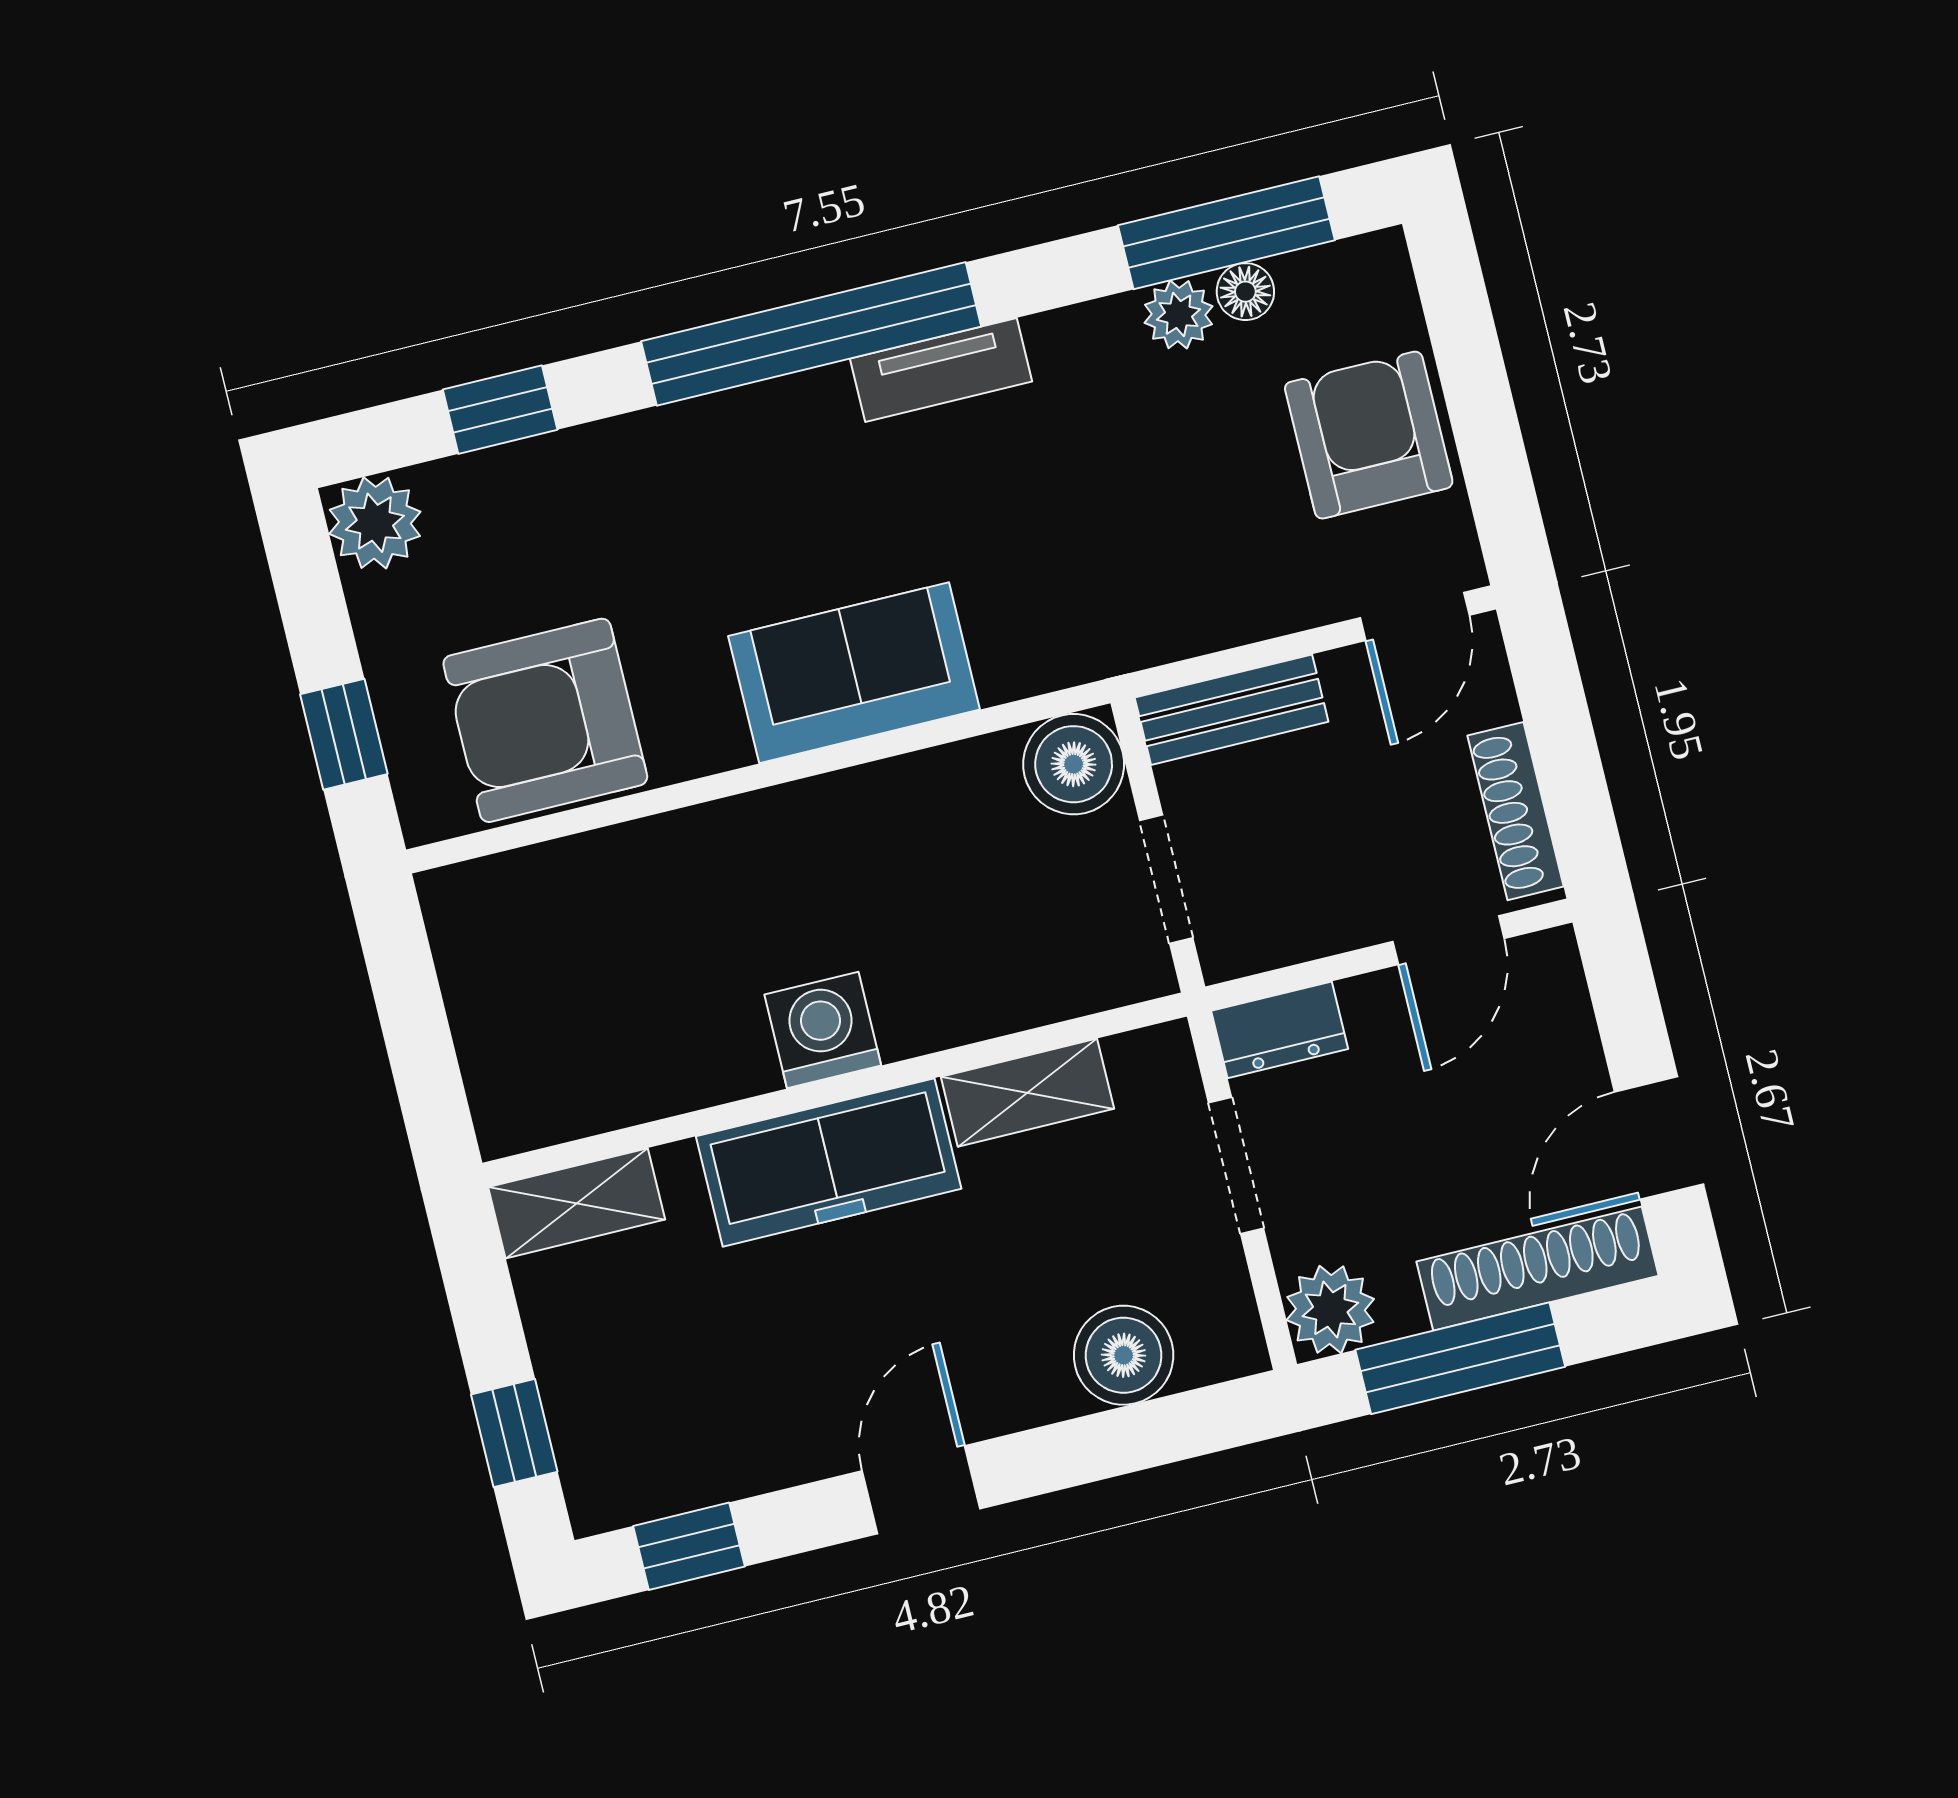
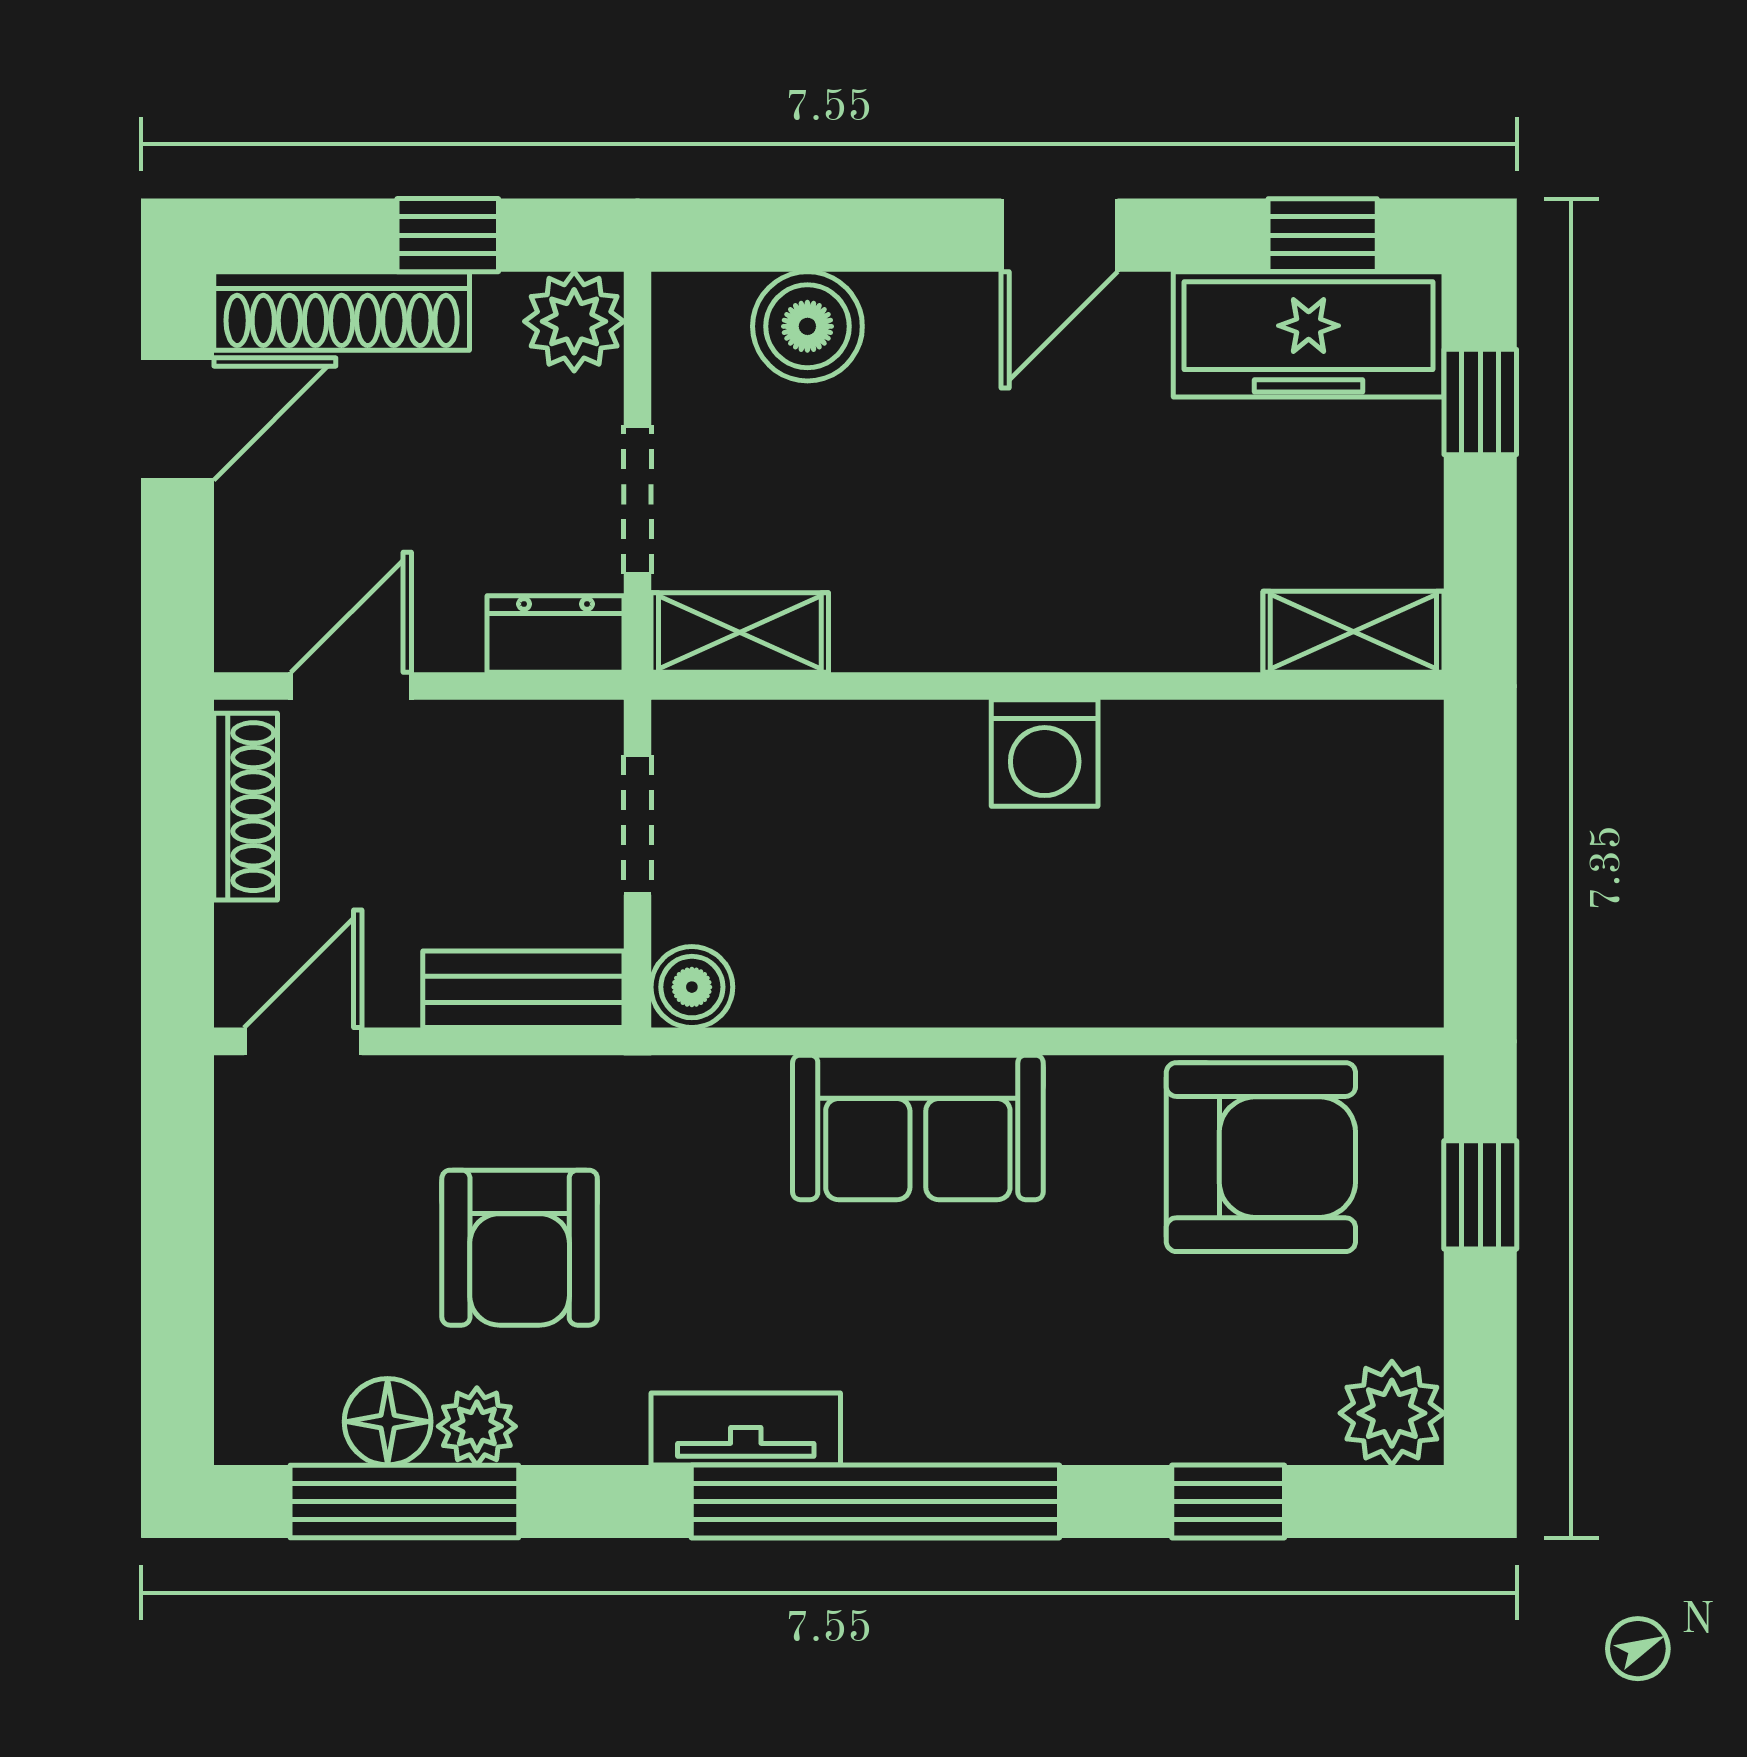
floor lamp: (1245, 292) -> (388, 1422), width x1.37, depth x1.37
armchair: (1369, 435) -> (520, 1248), moved
boiler: (1074, 764) -> (692, 987), width x0.73, depth x0.73
shelving: (1027, 1093) -> (740, 633), moved
freezer: (829, 1163) -> (1309, 334), moved, turned 180
window: (1460, 1358) -> (448, 235), width x0.46

